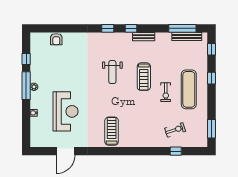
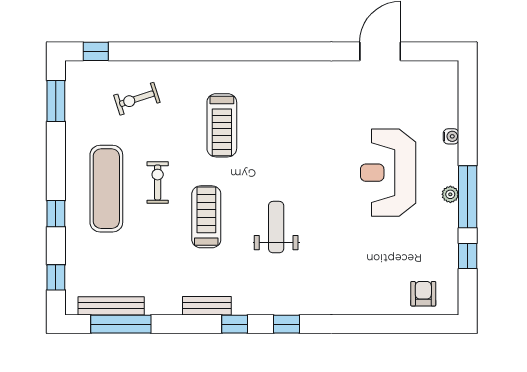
armchair: (56, 39) -> (423, 294), moved
reception desk: (66, 111) -> (388, 173), moved
treadmill: (112, 131) -> (222, 125), moved
window: (176, 151) -> (96, 51), moved

